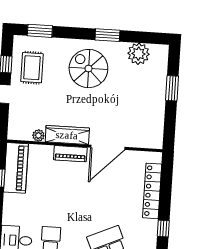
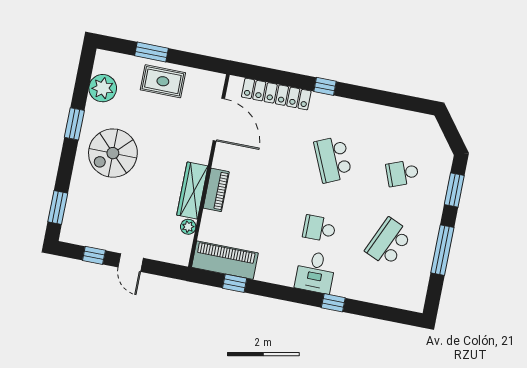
rug: (32, 68) -> (163, 81), moved
door: (108, 147) -> (219, 120), moved

